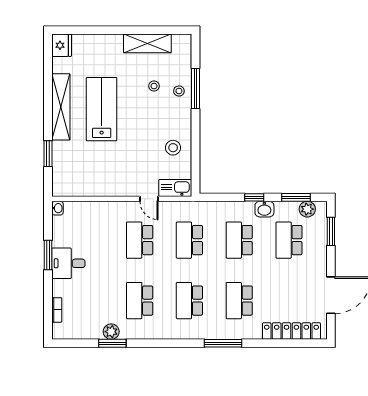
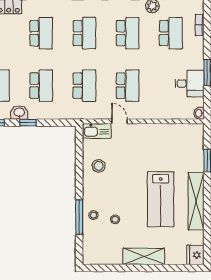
shelving: (147, 43) -> (144, 256), moved
desk: (68, 263) -> (190, 83), moved
school desk: (90, 301) -> (171, 33), added

